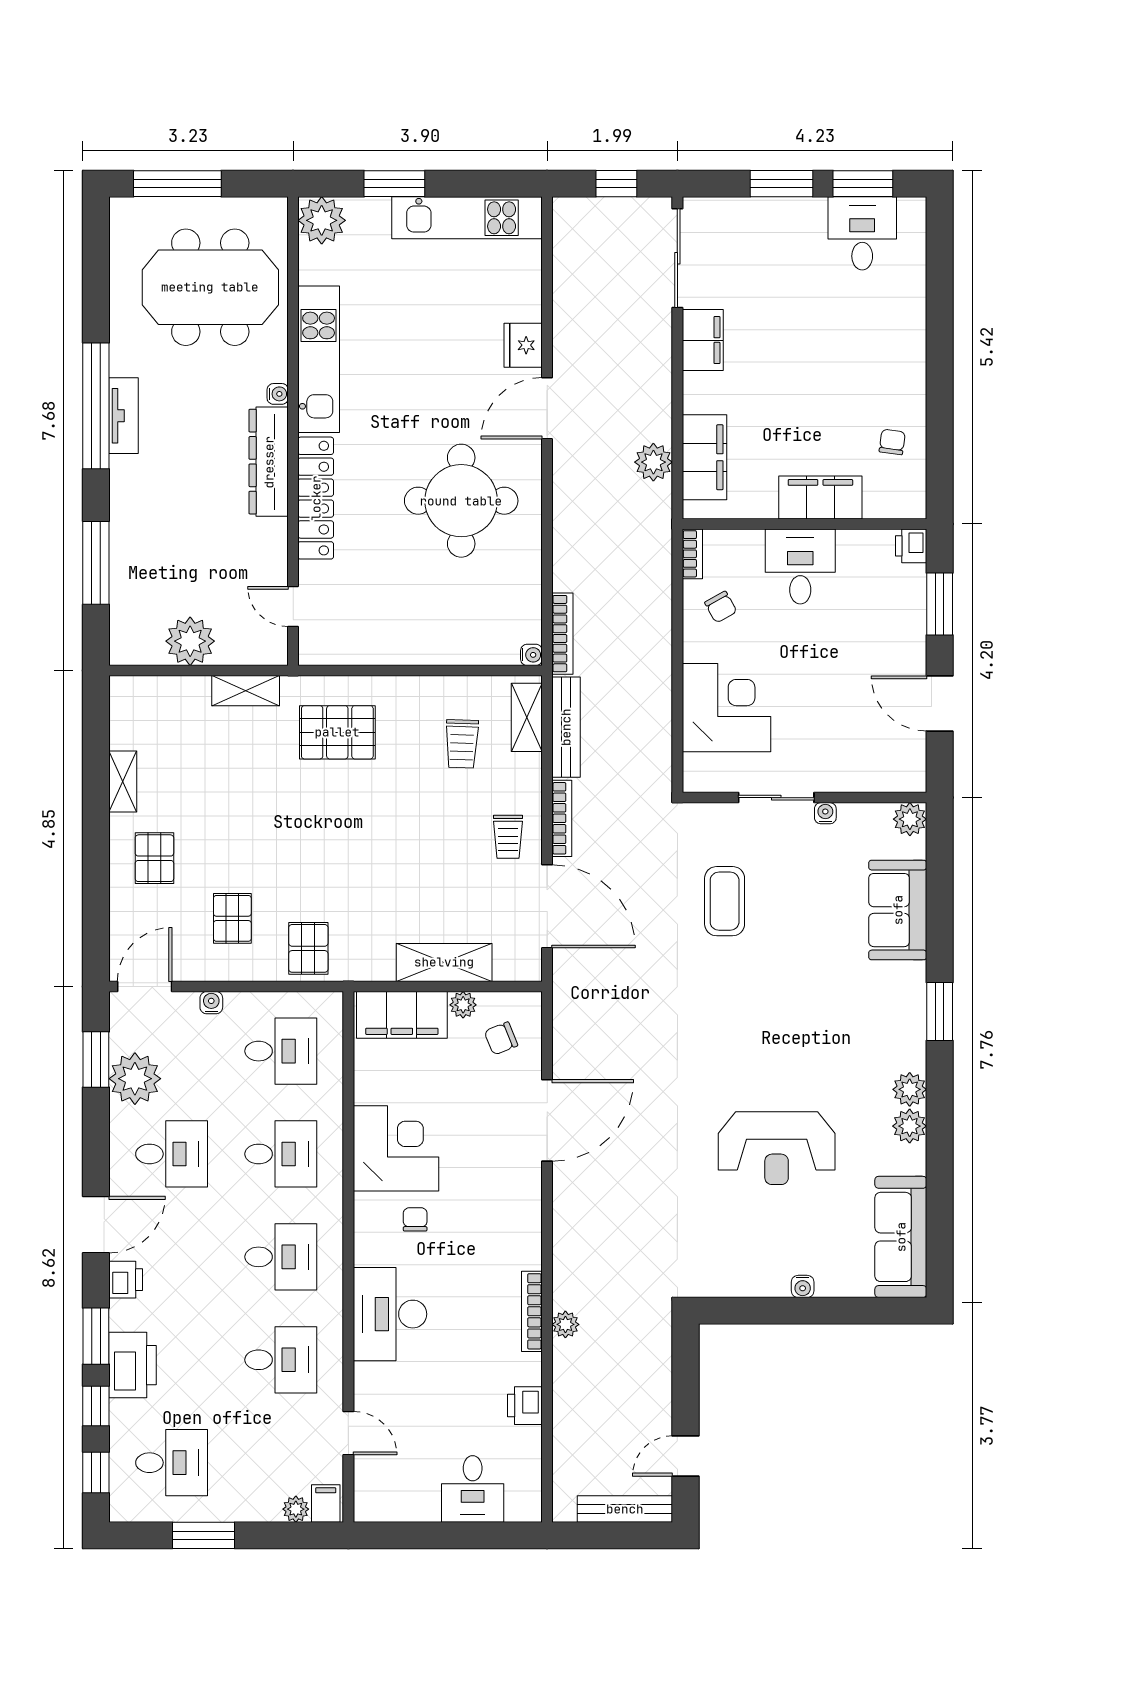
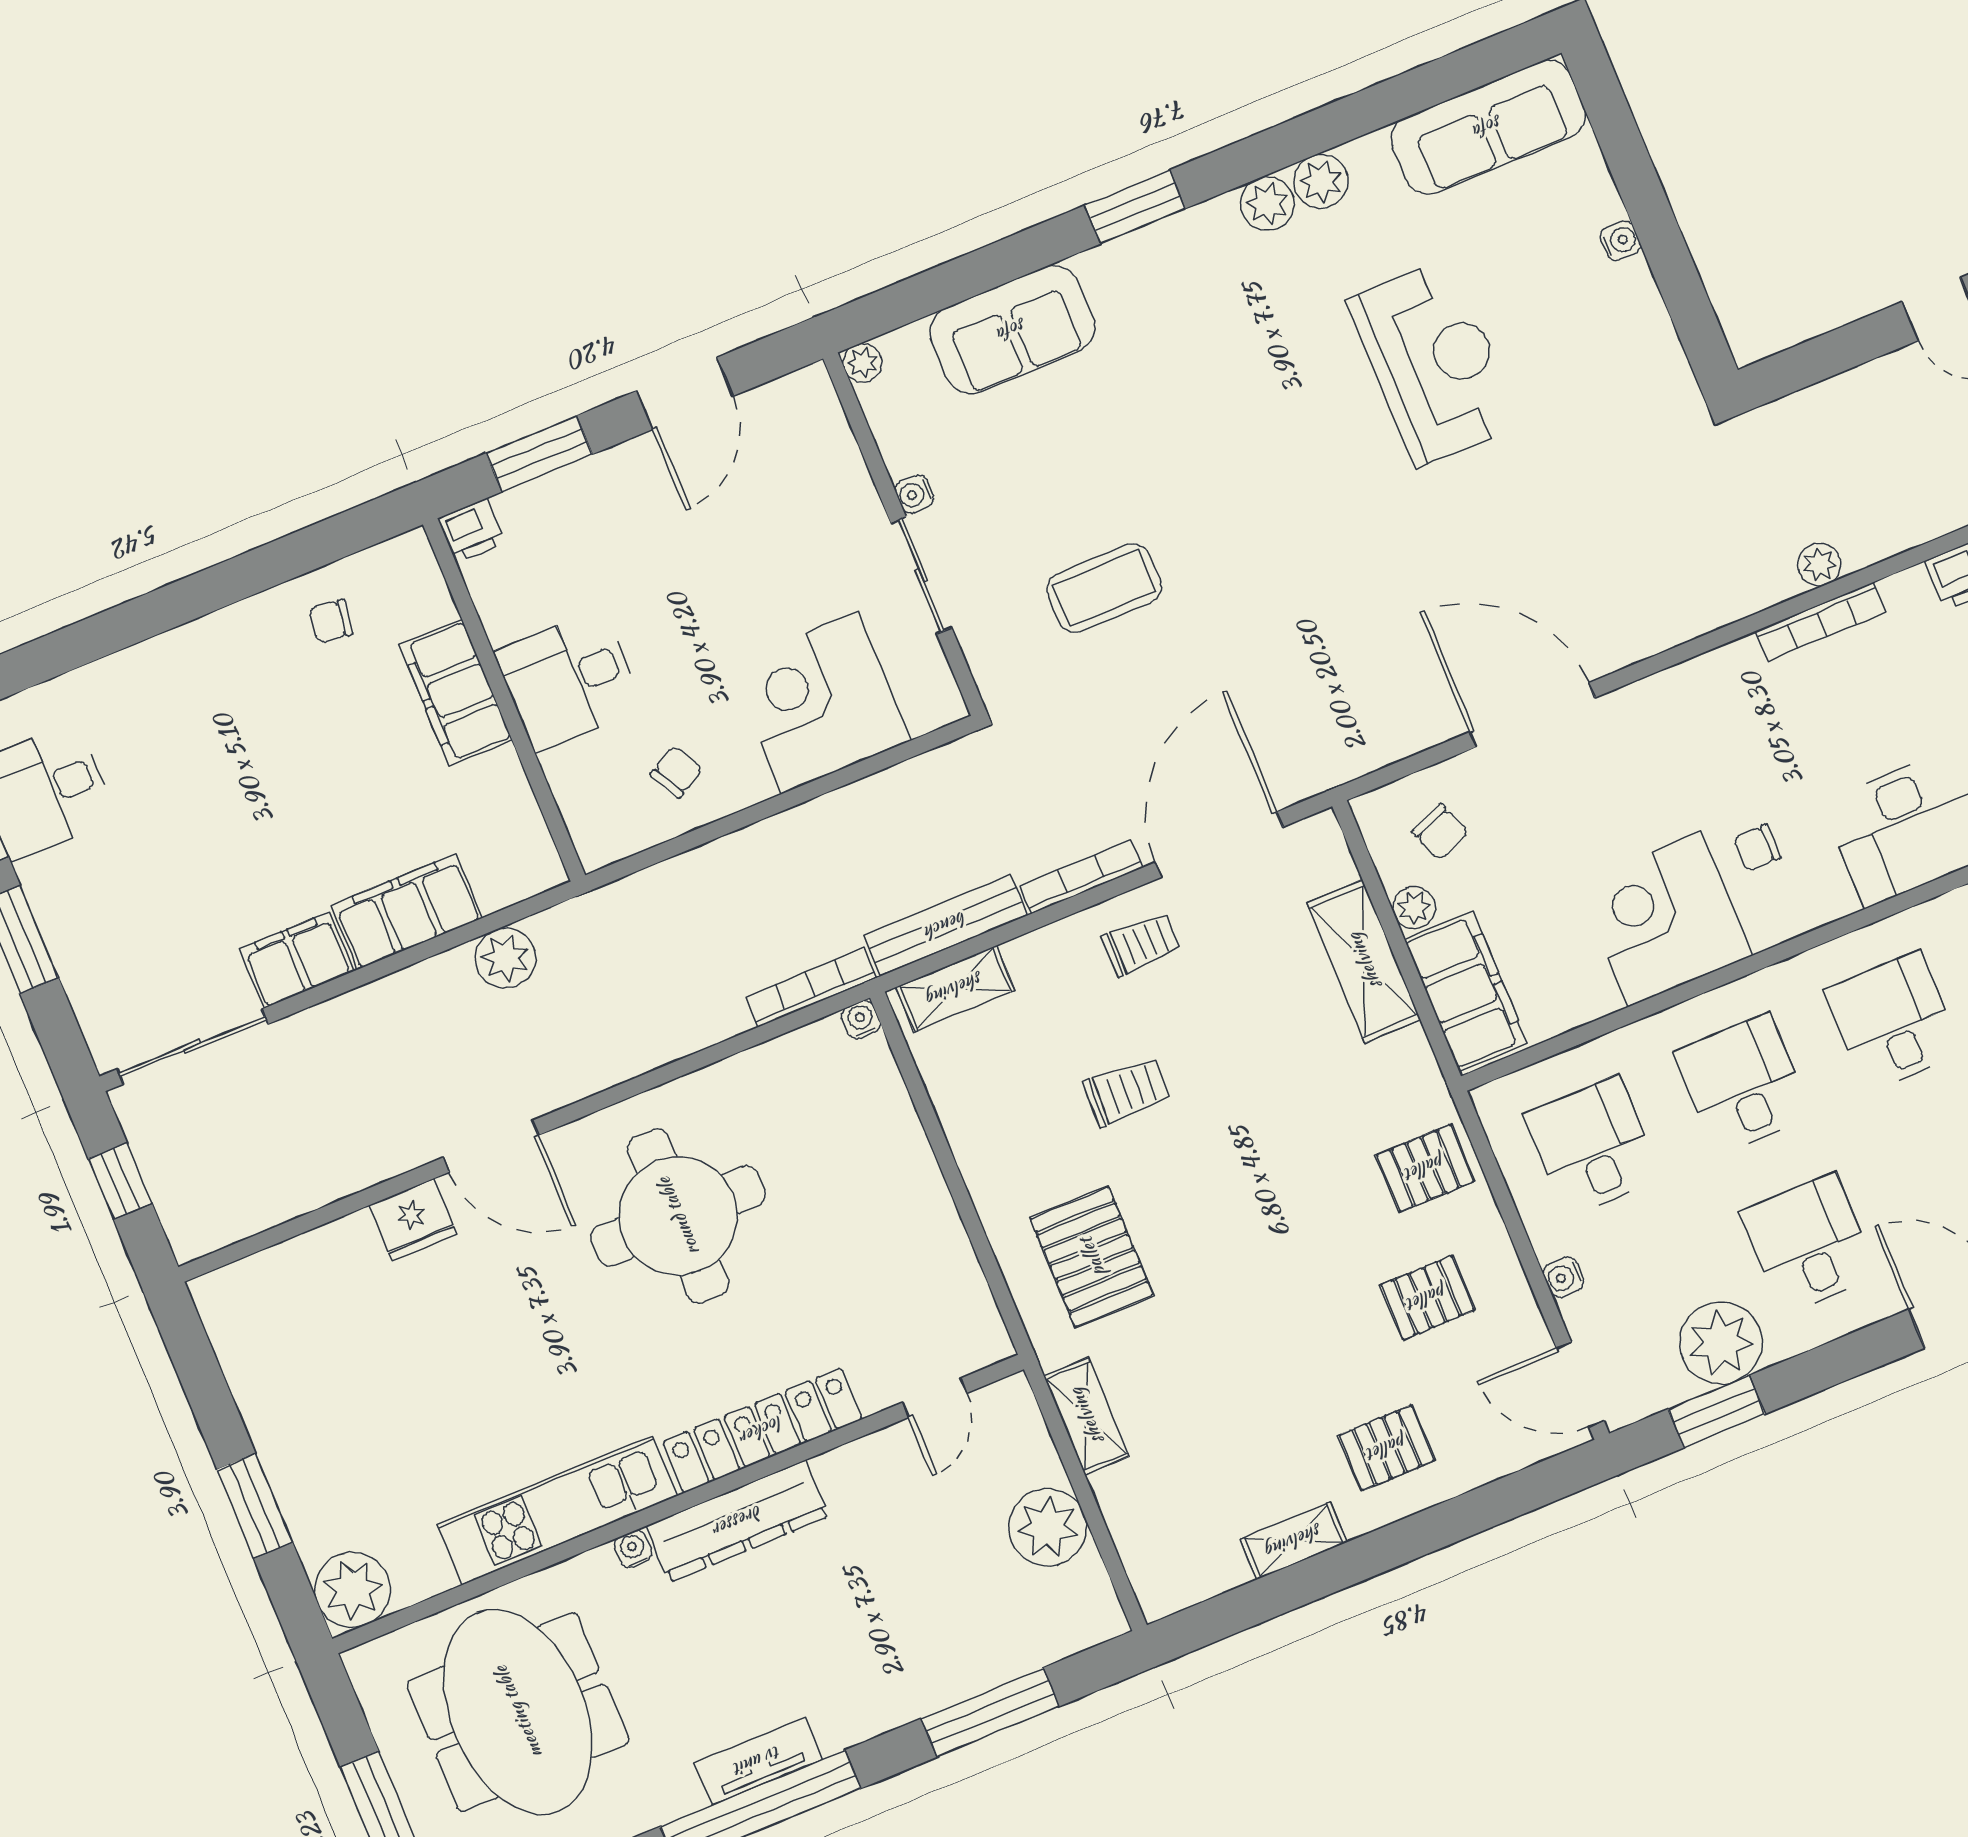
kitchen unit: (467, 218) -> (261, 1379), removed
filing cabinet: (704, 457) -> (407, 912), moved
bookcase: (692, 554) -> (616, 846), removed
trolley: (462, 744) -> (1127, 1091), moved
plant: (910, 819) -> (863, 363), width x0.73, depth x0.73

